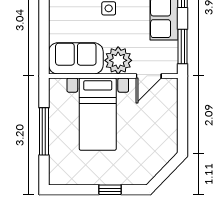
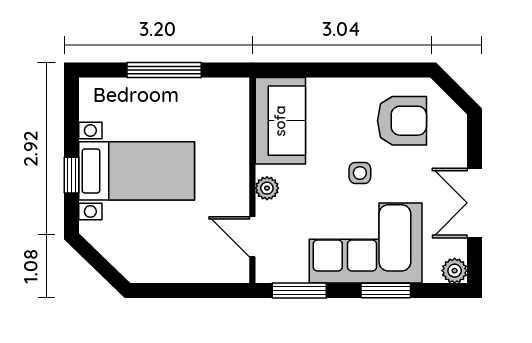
plant: (118, 60) -> (267, 188), width x0.53, depth x0.53
bed with nightstands: (98, 114) -> (137, 171), moved, turned 180

